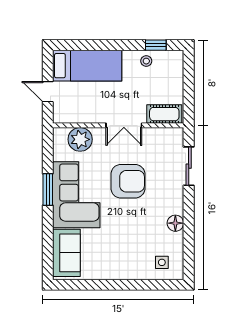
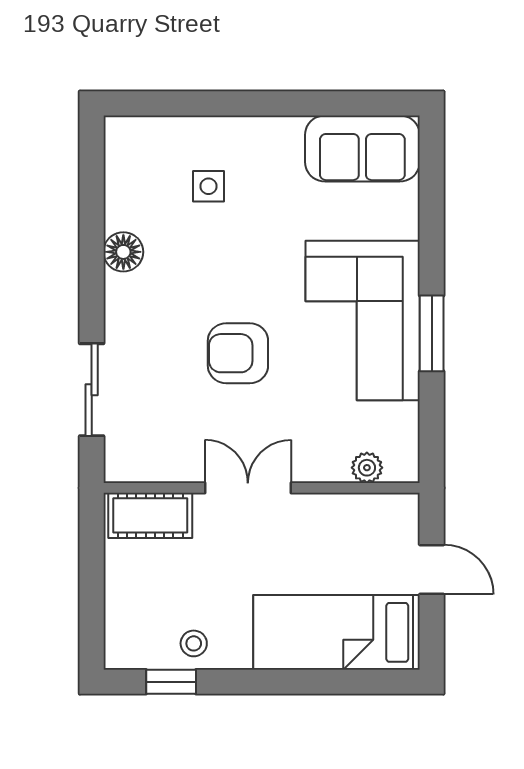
plant: (80, 139) -> (367, 468), width x0.53, depth x0.53
armchair: (128, 181) -> (238, 353), width x0.73, depth x0.73
sofa: (66, 253) -> (362, 148), moved, turned -90
side table: (162, 262) -> (208, 186), moved

